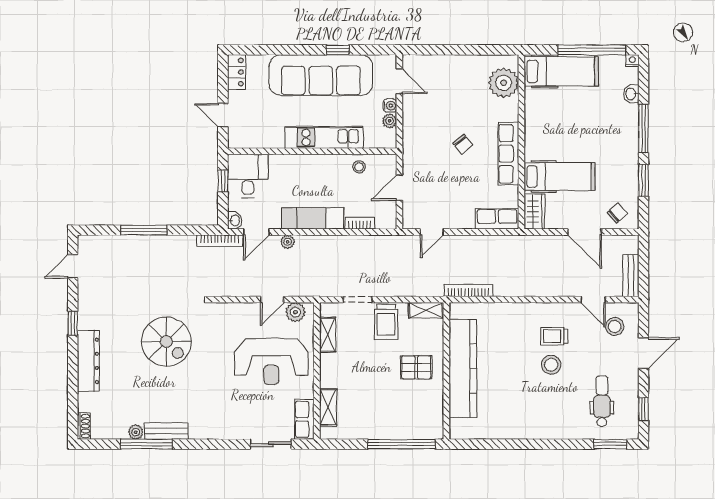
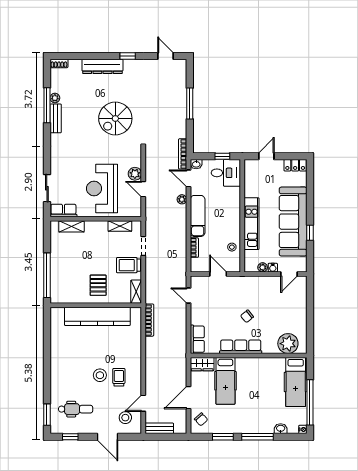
plant: (295, 312) -> (135, 174), moved

